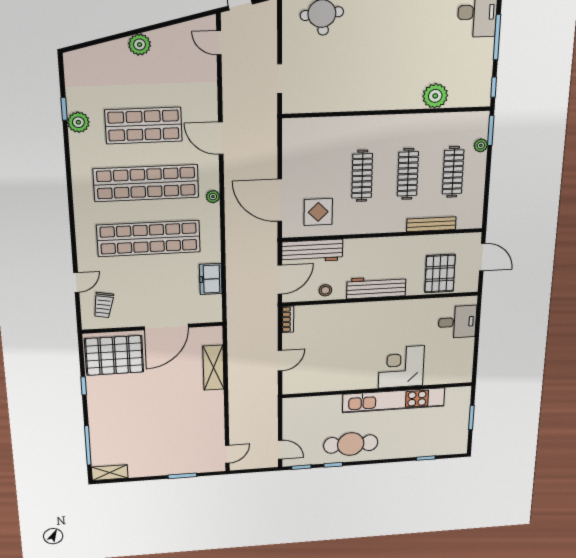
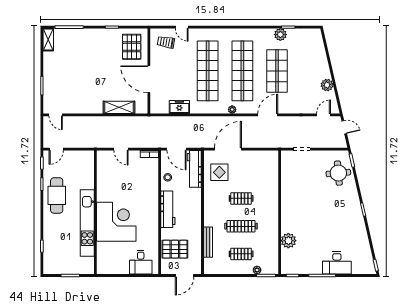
plant: (140, 45) -> (327, 85), moved
clothes rail: (453, 172) -> (241, 254), width x0.73
clothes rail: (362, 176) -> (241, 198), width x0.73
pallet: (114, 355) -> (132, 47), width x0.73, depth x0.71
corner desk: (401, 367) -> (116, 222), width x1.36, depth x1.36

